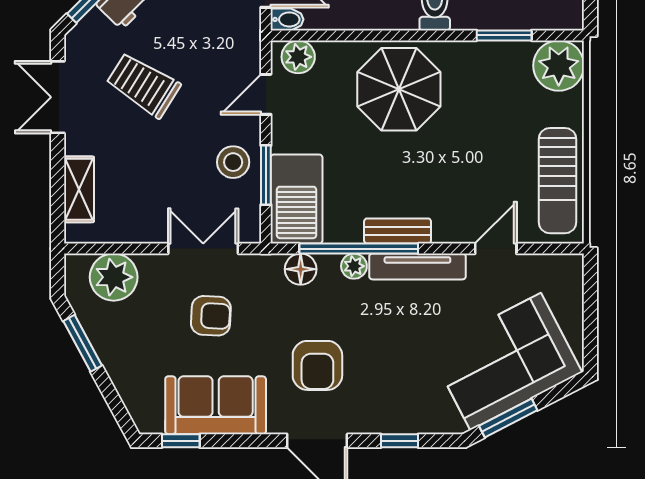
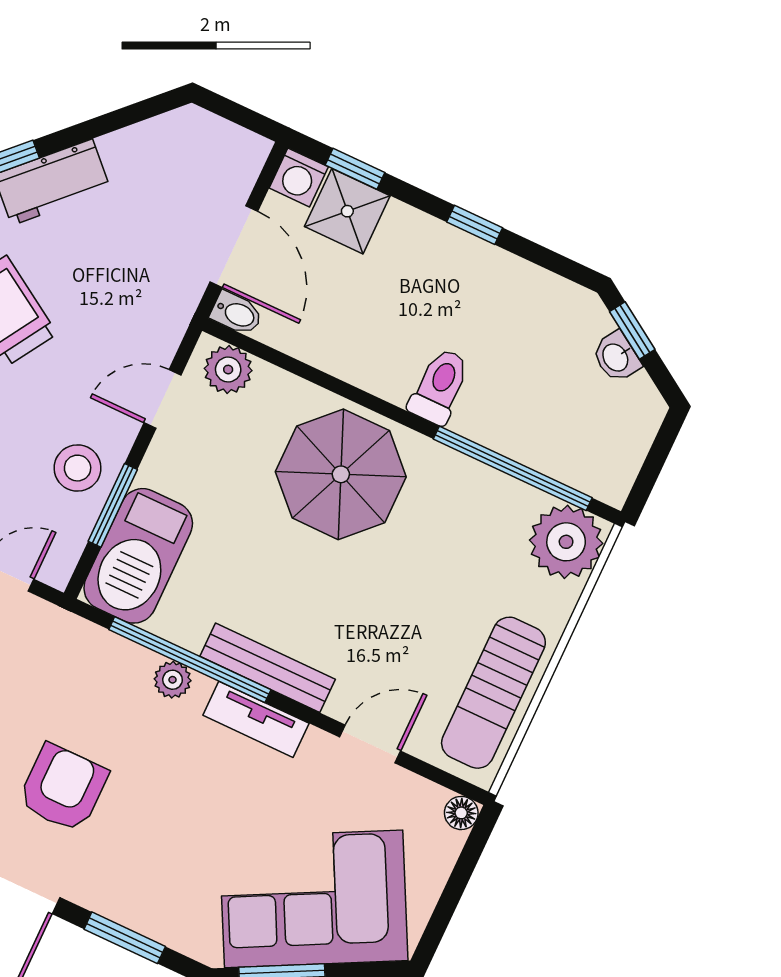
window: (504, 35) -> (513, 468), width x2.11
bench: (398, 231) -> (268, 668), width x1.36
tv unit: (417, 266) -> (256, 719), width x0.71
floor lamp: (301, 269) -> (461, 813), moved, width x0.73, depth x0.73
armchair: (317, 365) -> (63, 788), turned 180
window: (399, 441) -> (125, 938), width x1.50

